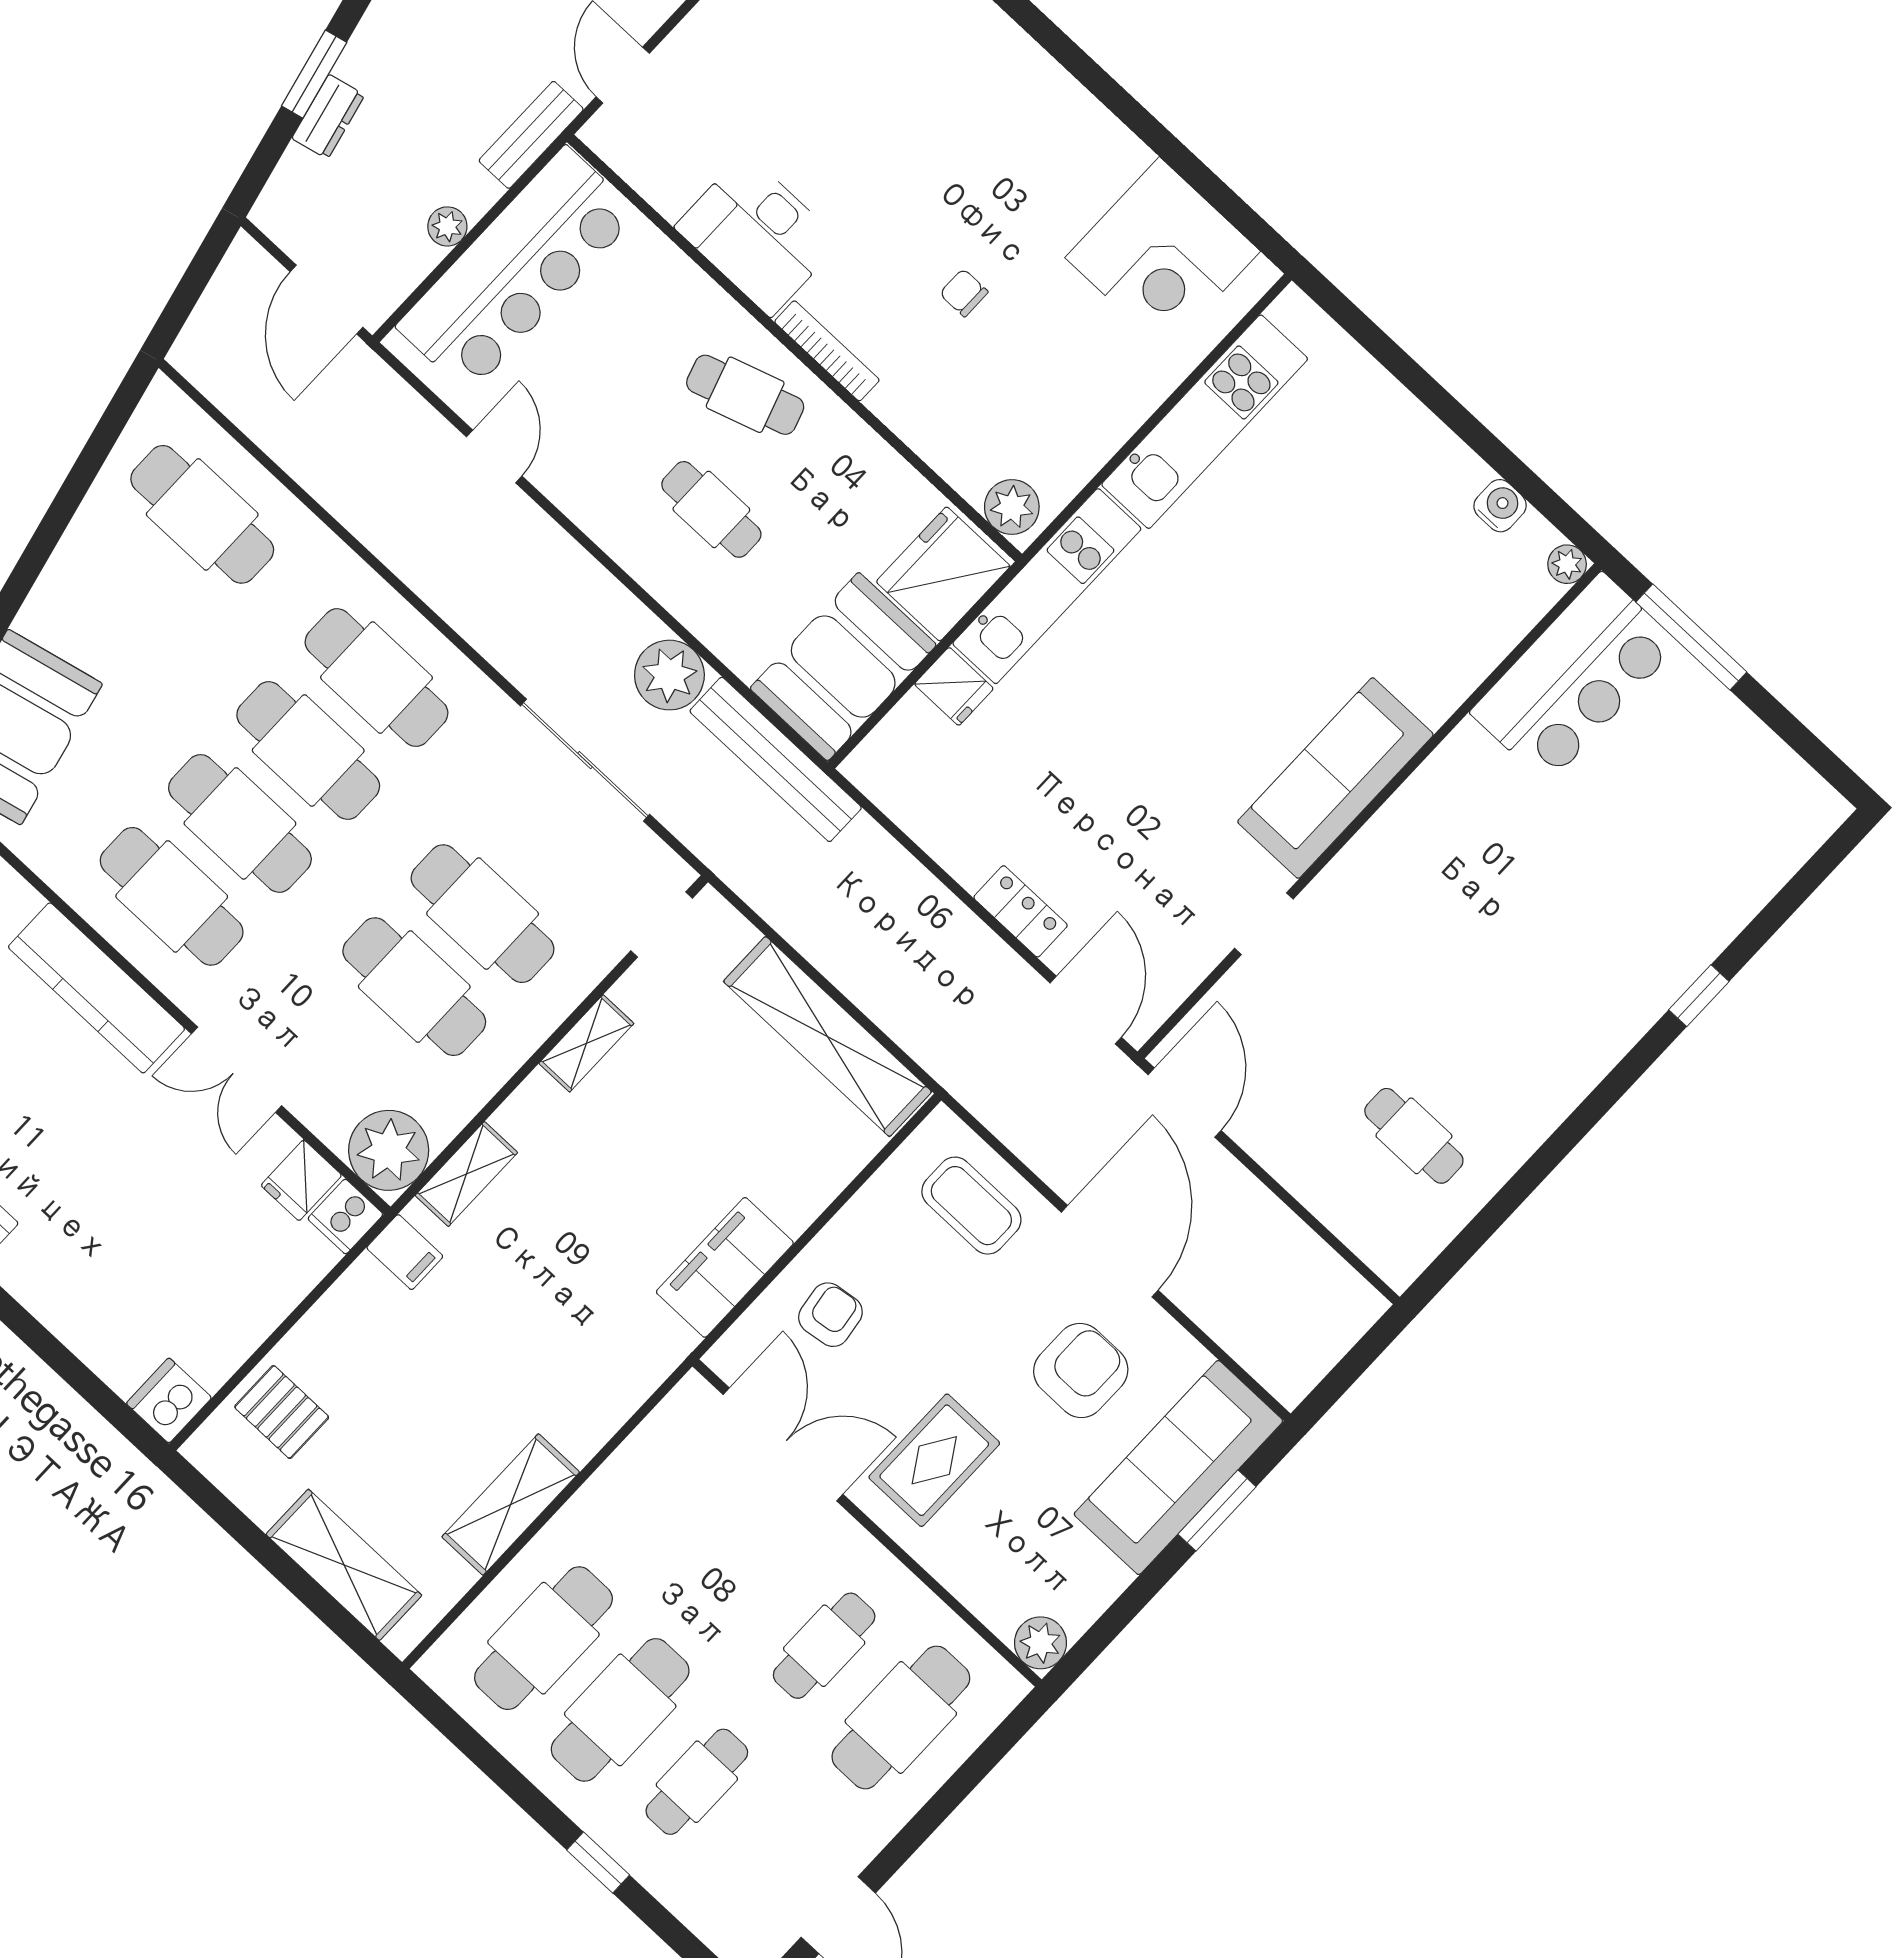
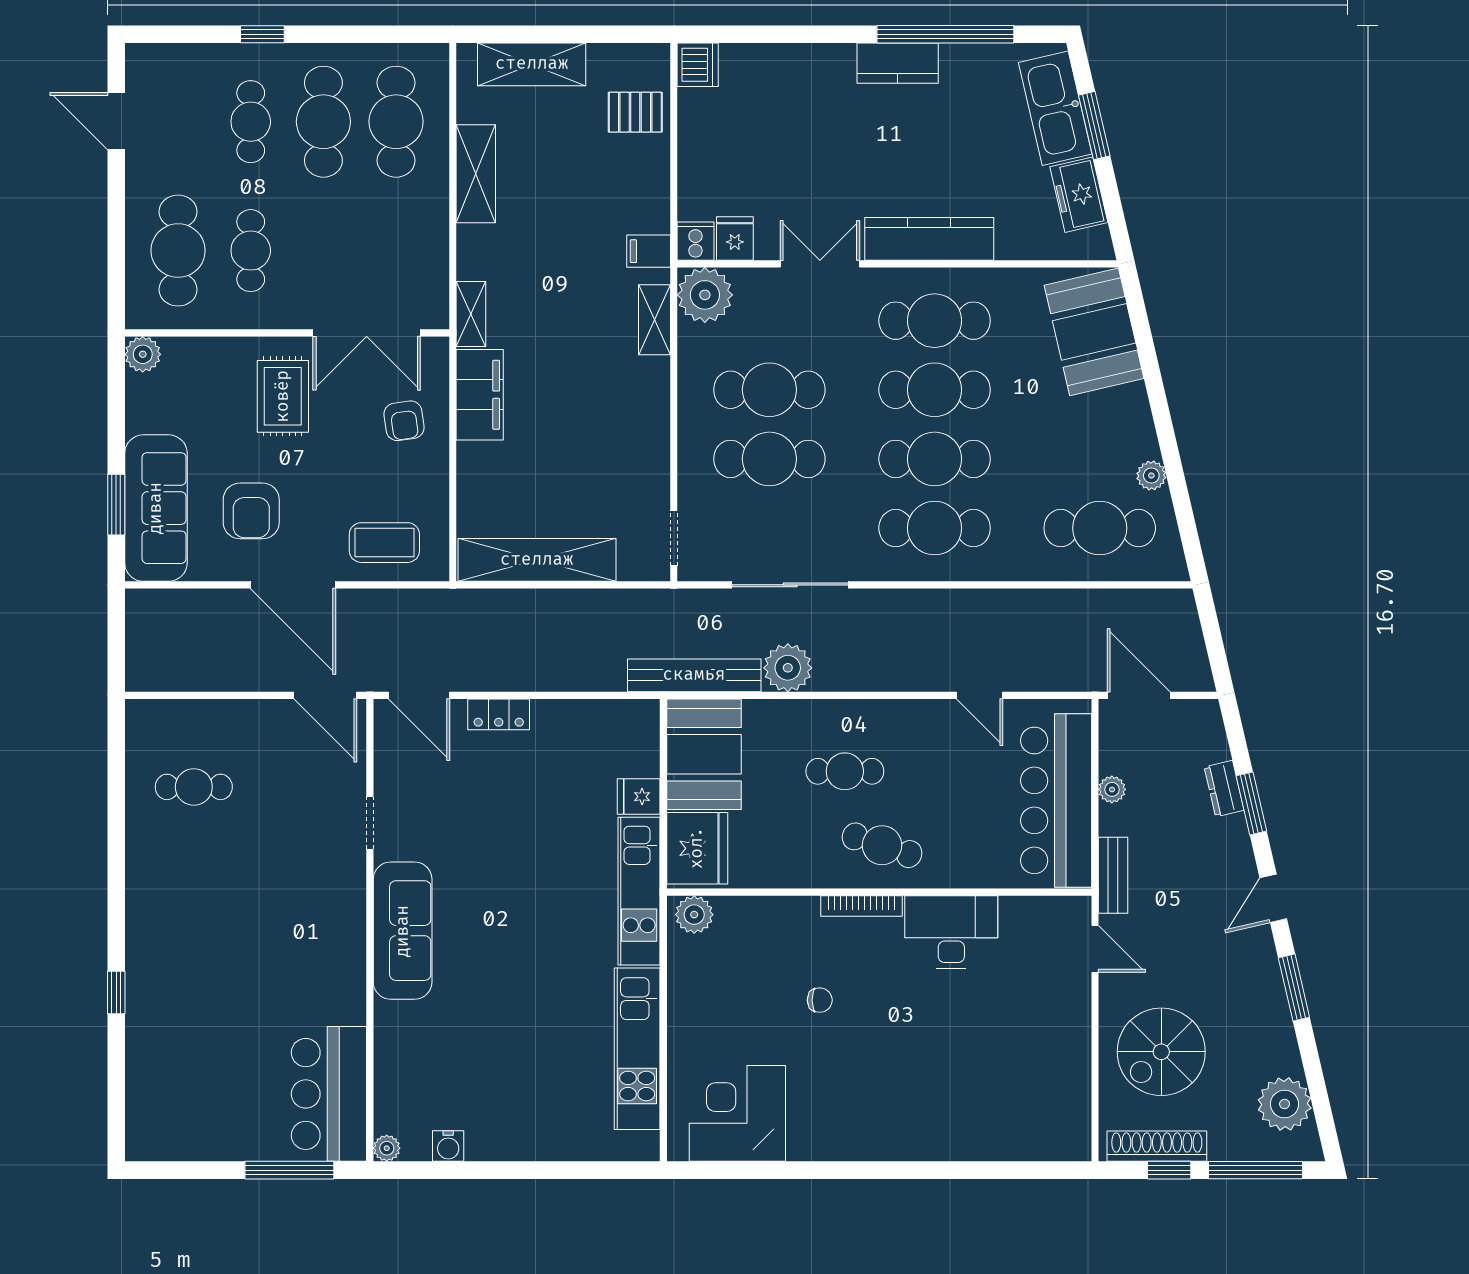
cafe table: (745, 395) -> (882, 845), turned 36
plant: (96, 519) -> (1151, 476), added
shelving: (586, 1043) -> (471, 314), moved

